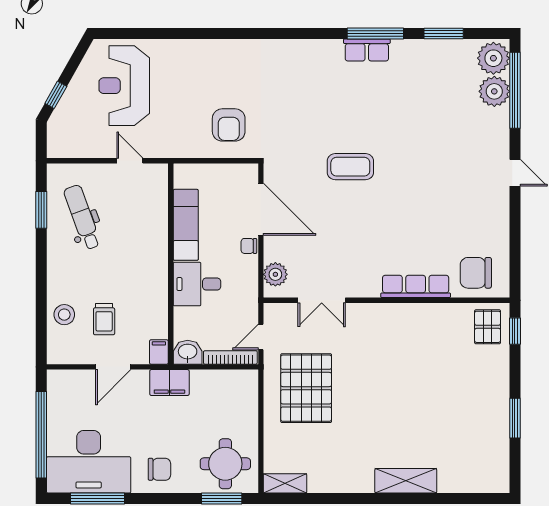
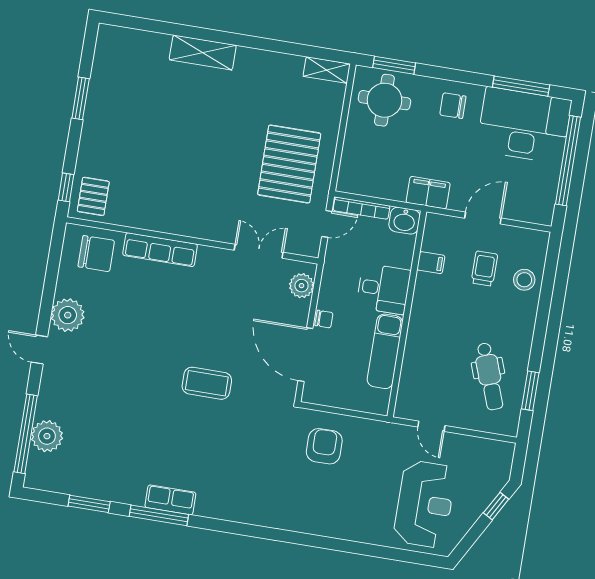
plant: (493, 58) -> (68, 315), moved
filing cabinet: (159, 352) -> (431, 263), moved, turned -90

